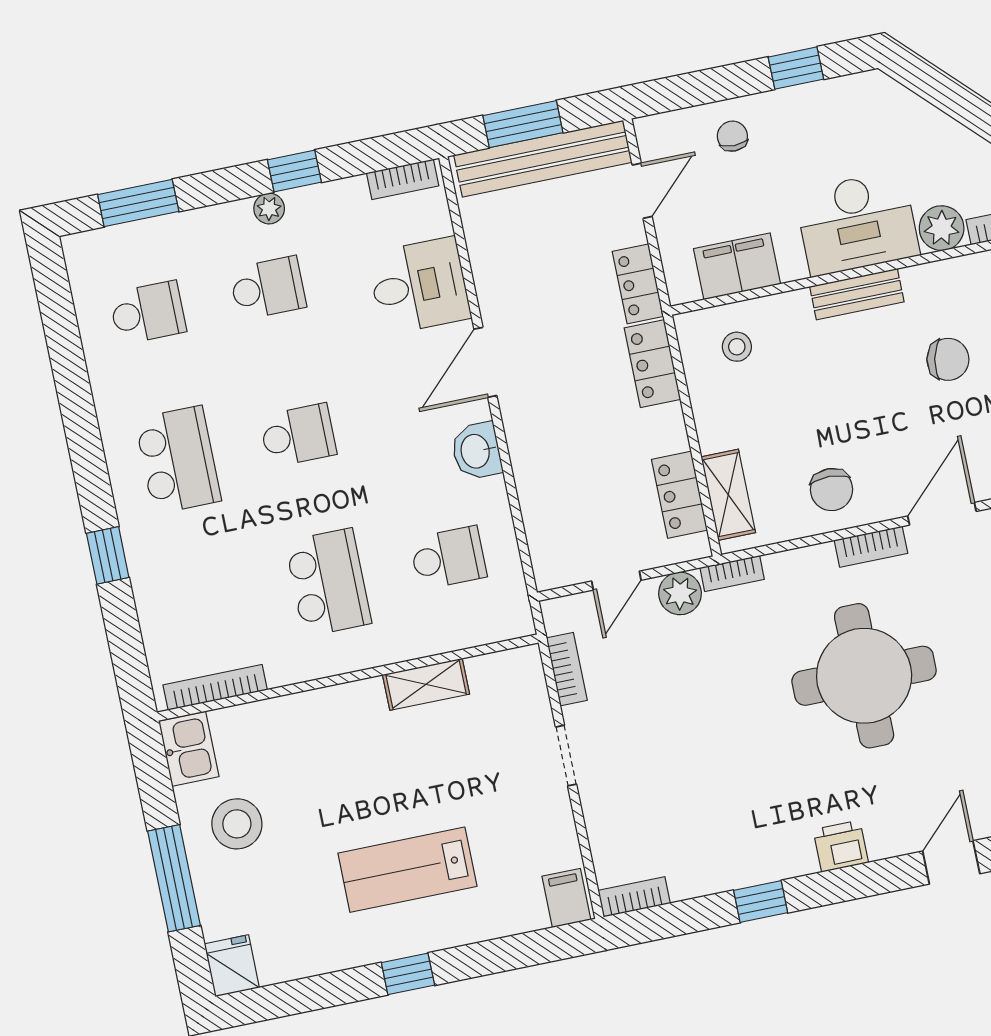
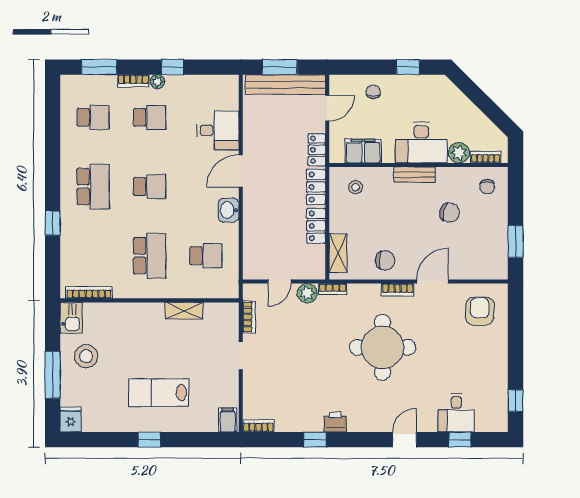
bookcase: (403, 179) -> (133, 81), moved
chair: (831, 490) -> (385, 260), turned -91
locker: (680, 495) -> (316, 226), moved
printer: (841, 846) -> (335, 422), moved

